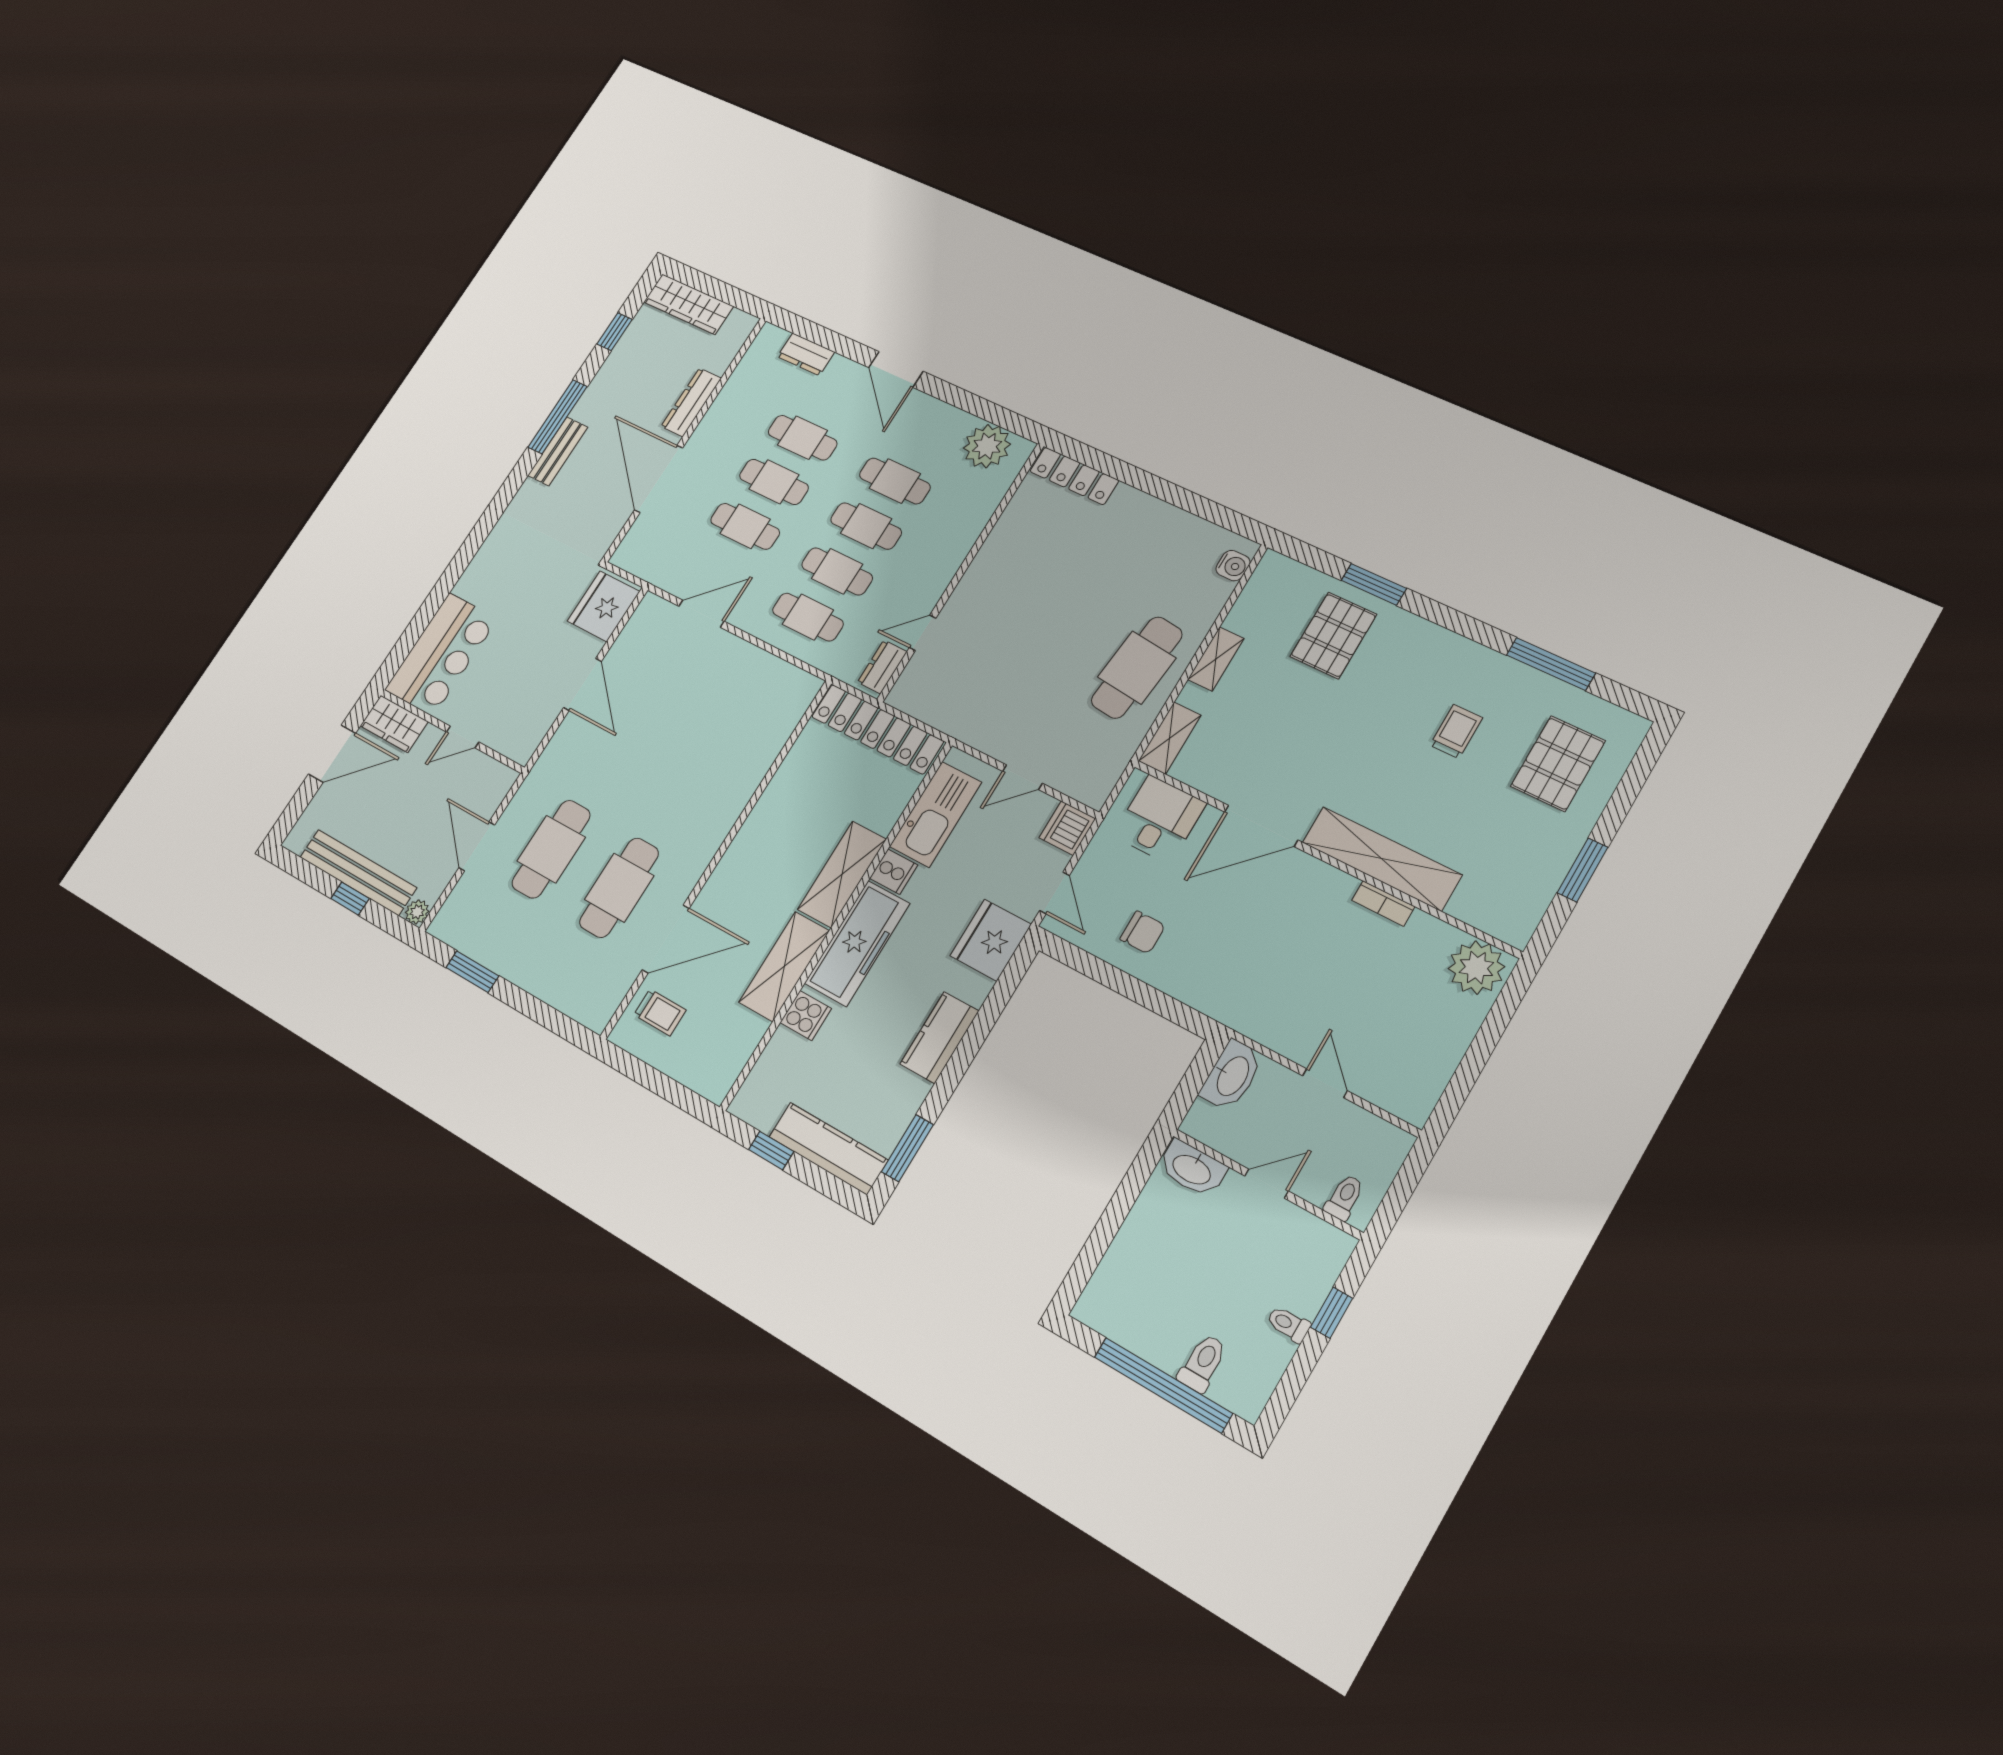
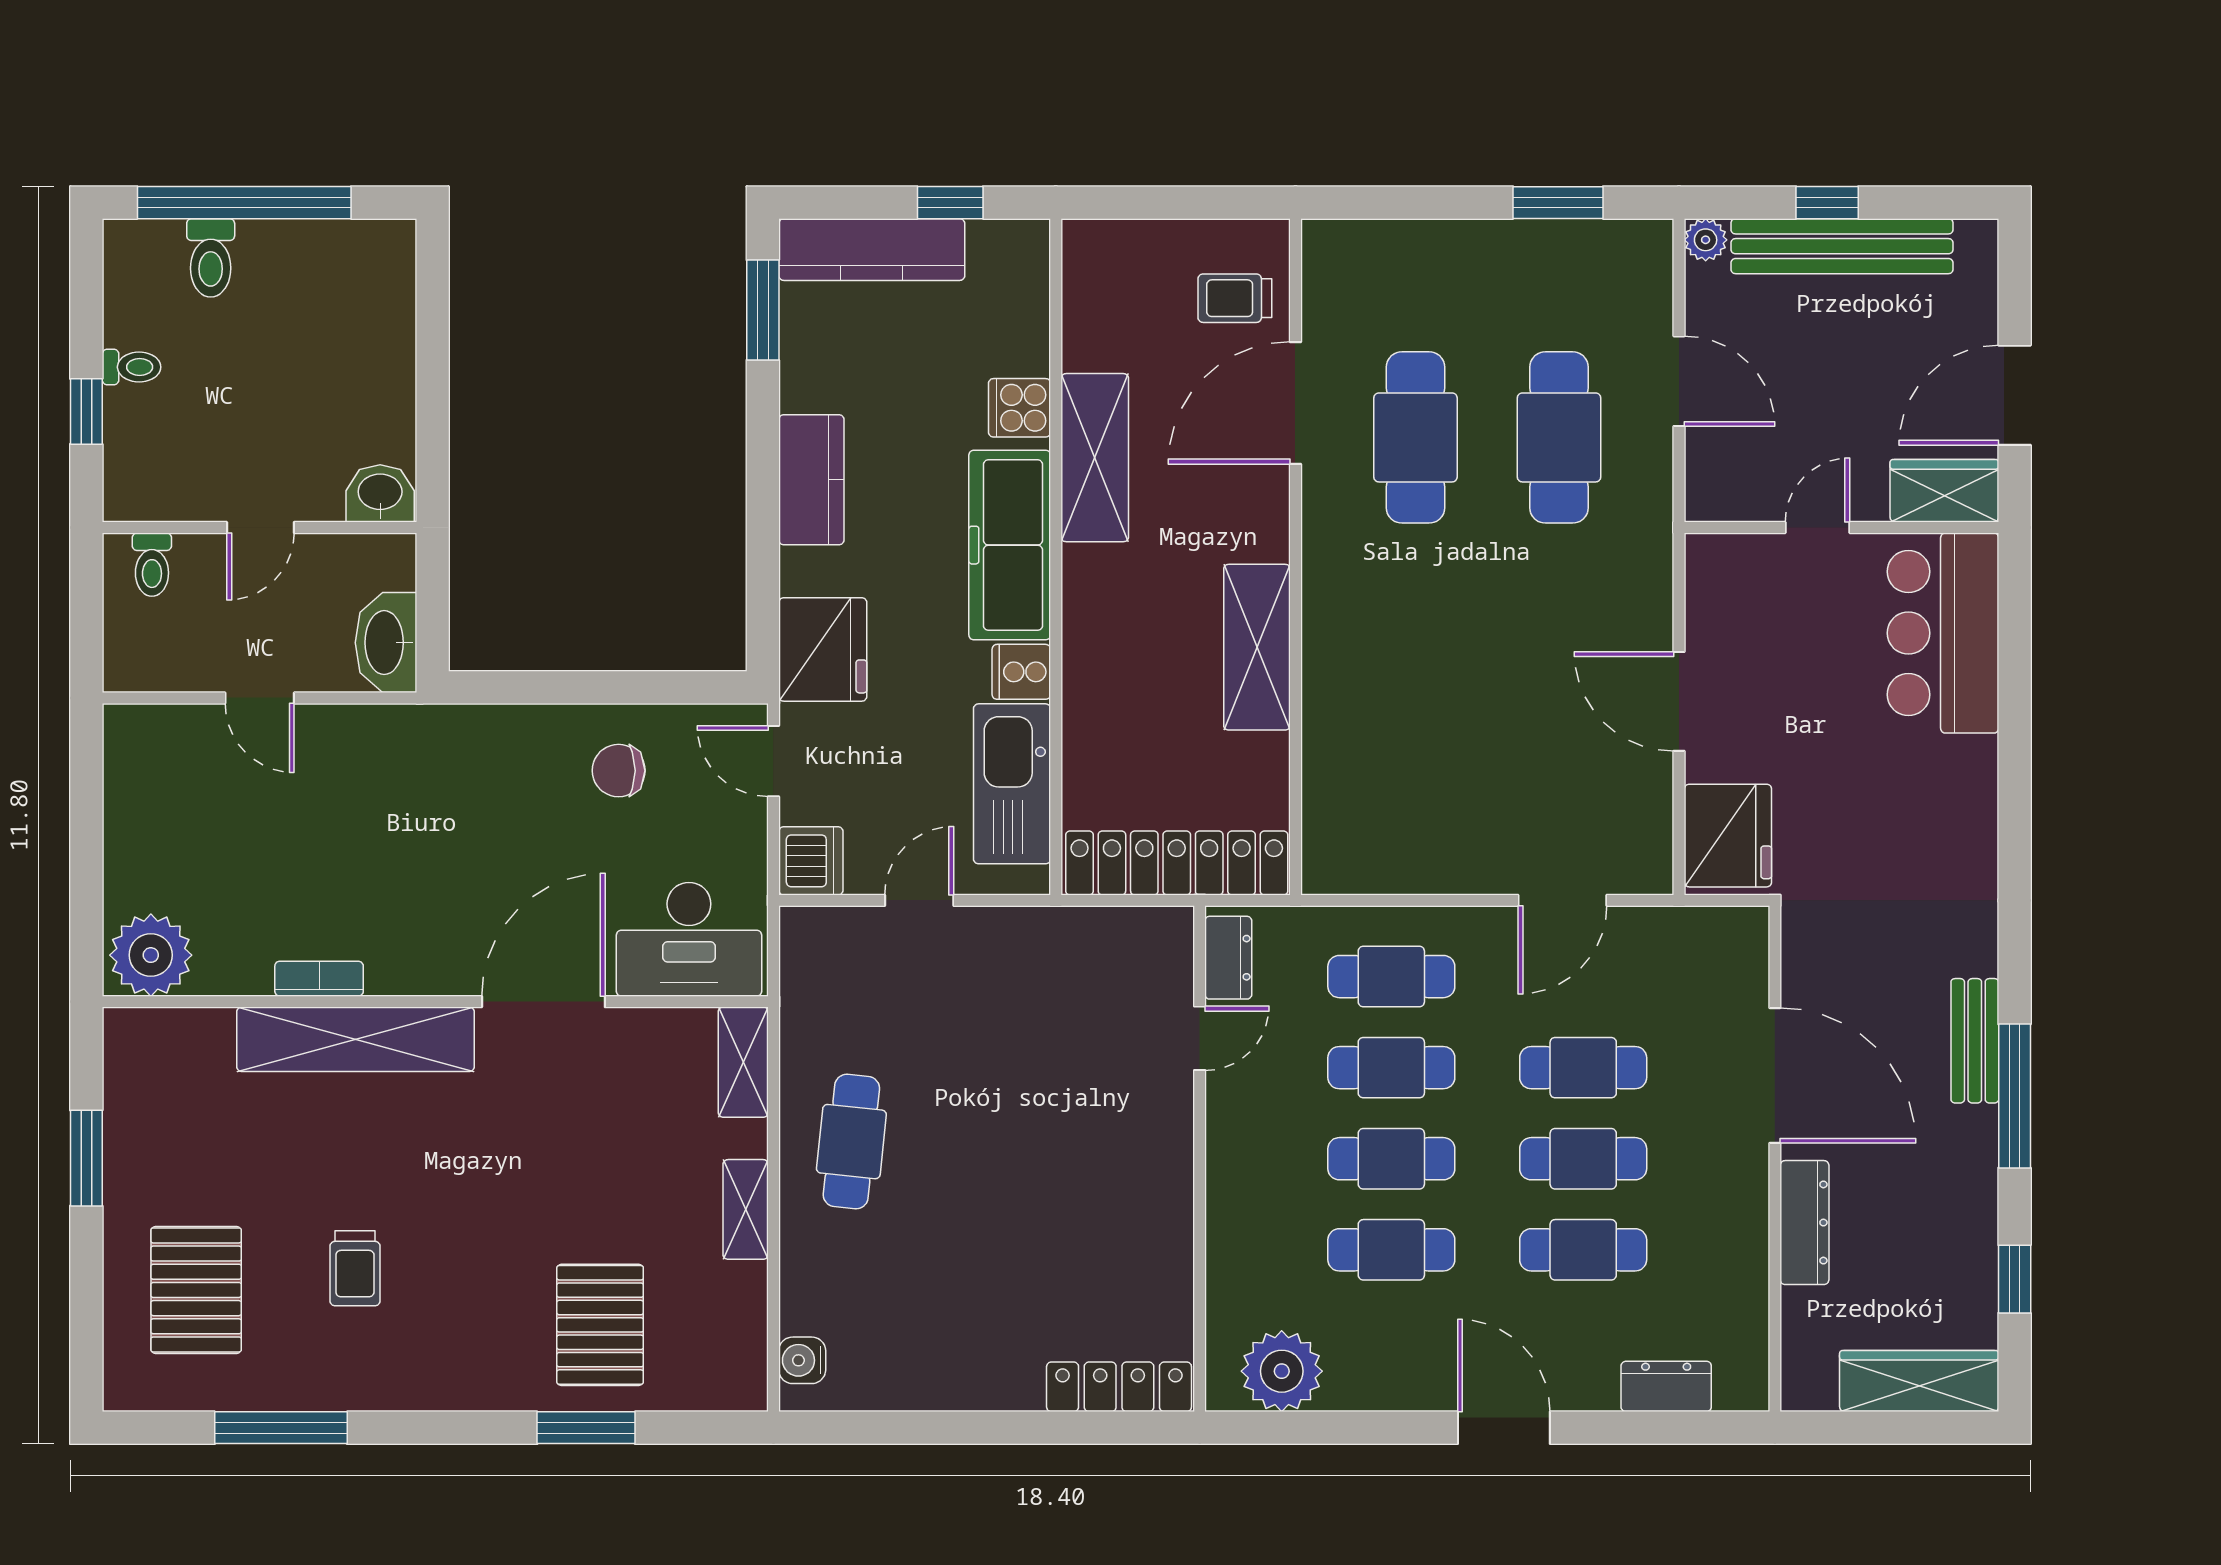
cafe table: (1137, 667) -> (851, 1142), width x0.73, depth x0.74
desk: (1159, 819) -> (689, 939), width x1.37
shelving: (842, 874) -> (1257, 647), moved
washbasin: (1192, 1169) -> (380, 493), width x0.72

